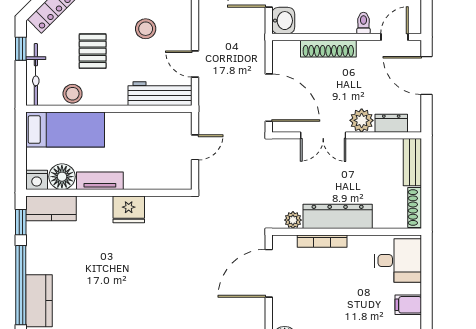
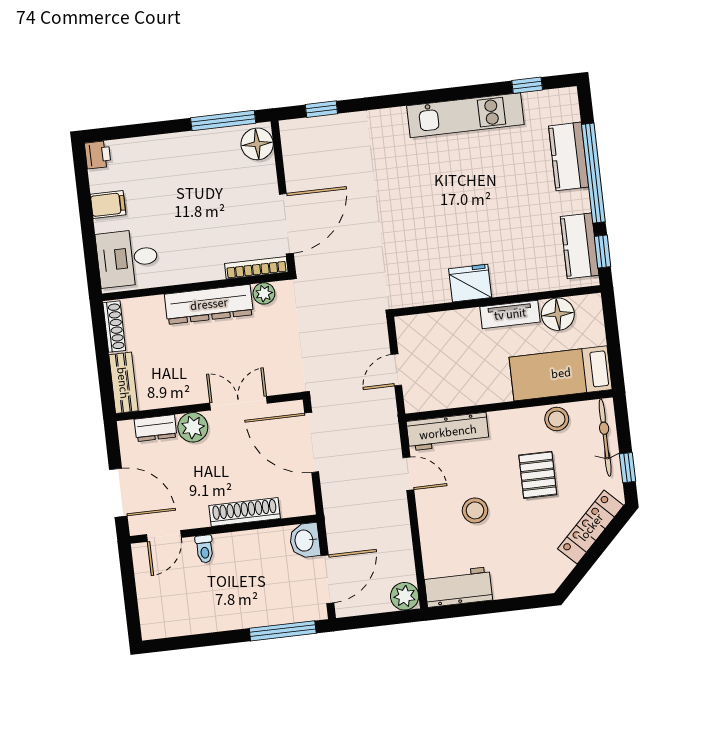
nightstand: (37, 180) -> (589, 306), removed
kitchen counter: (51, 208) -> (580, 246), moved, turned -90
bookcase: (322, 241) -> (256, 268), moved

